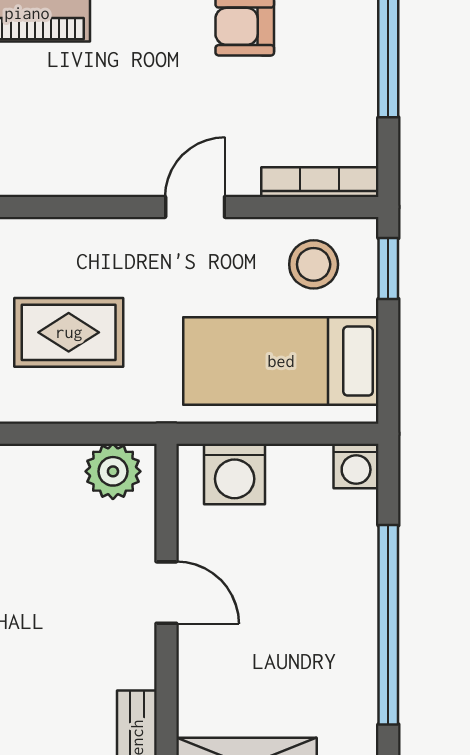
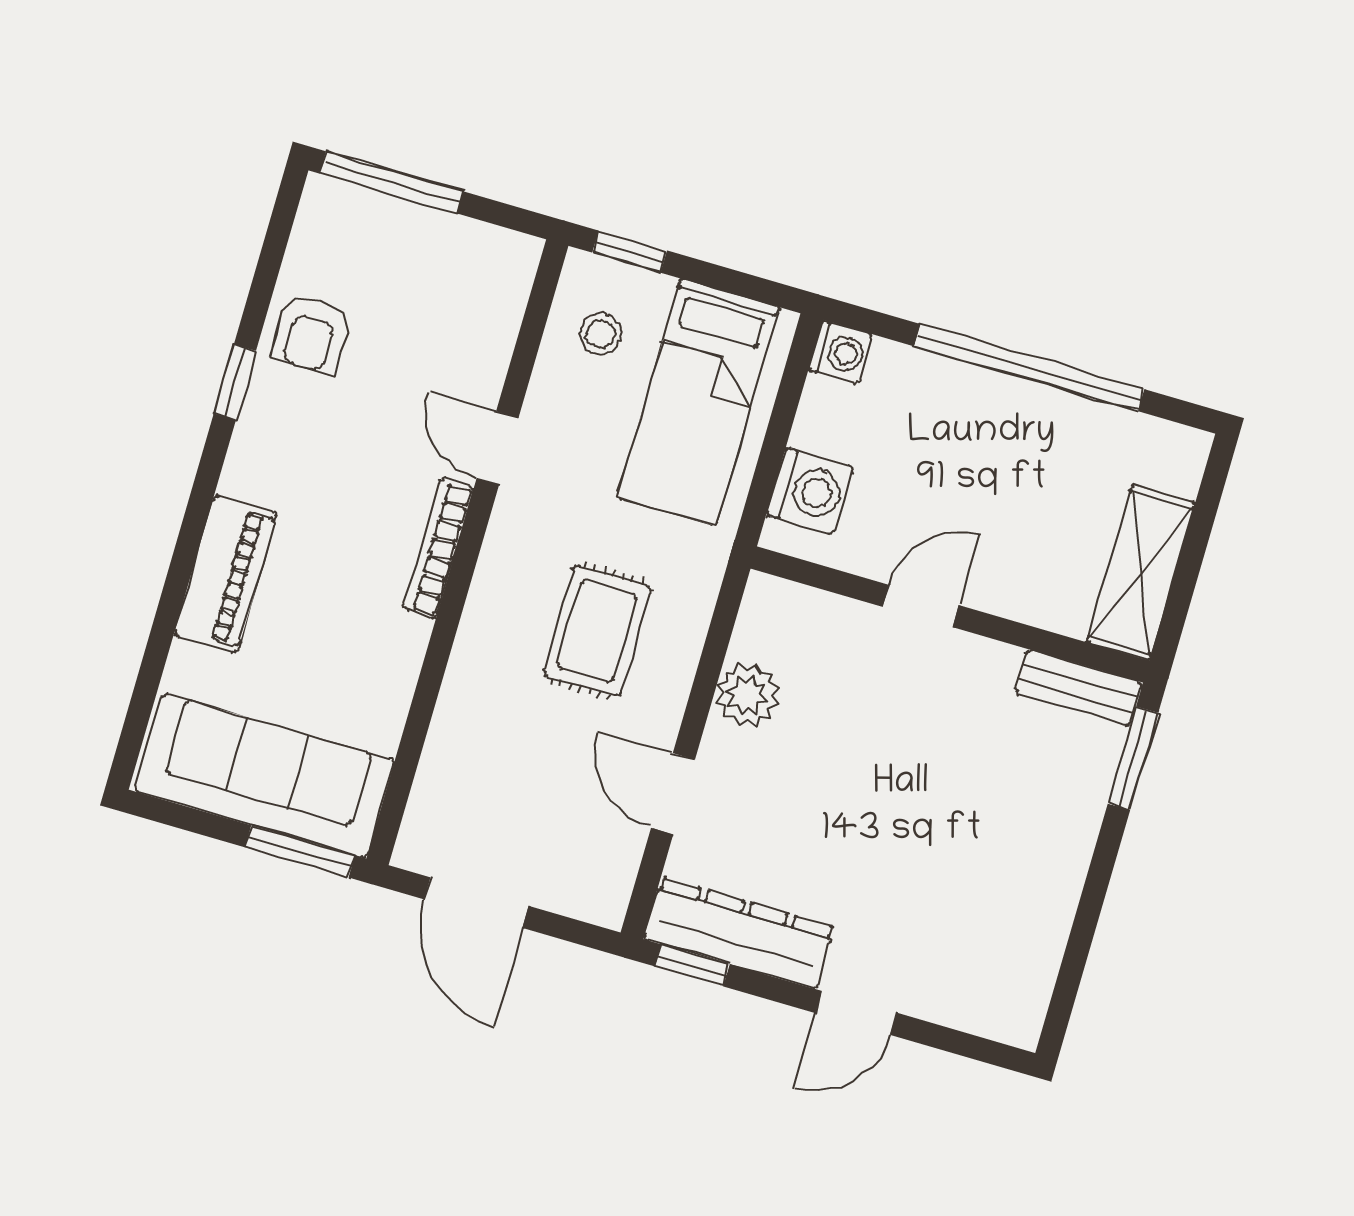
bookcase: (320, 182) -> (438, 548), moved
stool: (314, 264) -> (601, 334), width x0.73, depth x0.73
plant: (113, 471) -> (747, 695), moved

